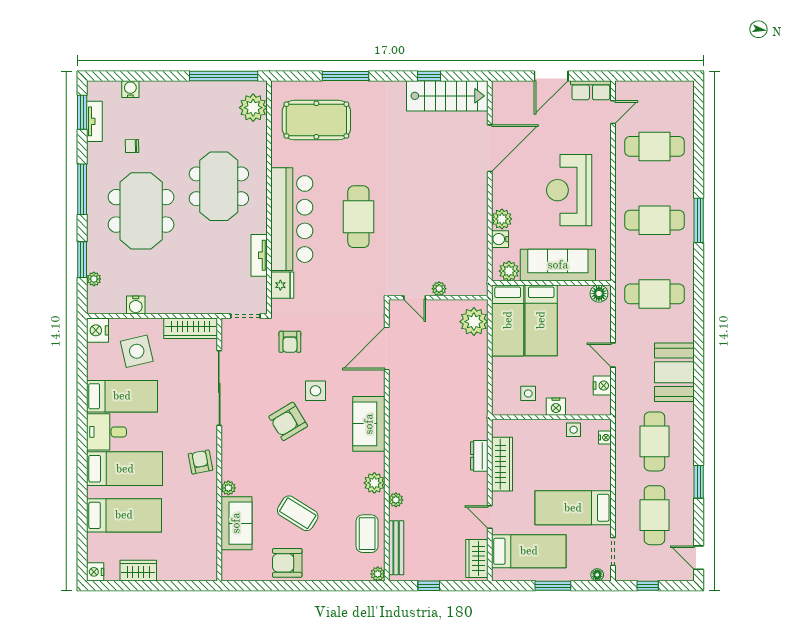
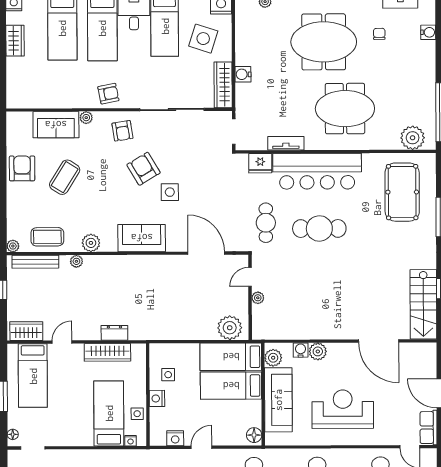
cafe table: (352, 279) -> (266, 223), added
water cooler: (136, 305) -> (243, 74), moved
armchair: (290, 342) -> (122, 131), moved, turned -99
side table: (137, 351) -> (203, 39), turned 31
bed: (573, 508) -> (109, 413), moved

